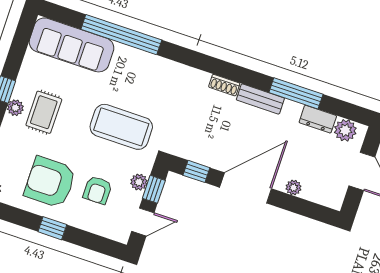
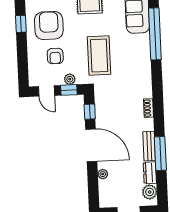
bench: (260, 99) -> (149, 146), moved
armchair: (97, 190) -> (55, 56), turned -90
window: (52, 228) -> (21, 24), moved

